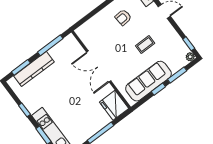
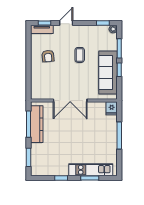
kitchen counter: (34, 69) -> (37, 124), moved
fridge: (114, 105) -> (112, 108), width x0.53, depth x0.75

